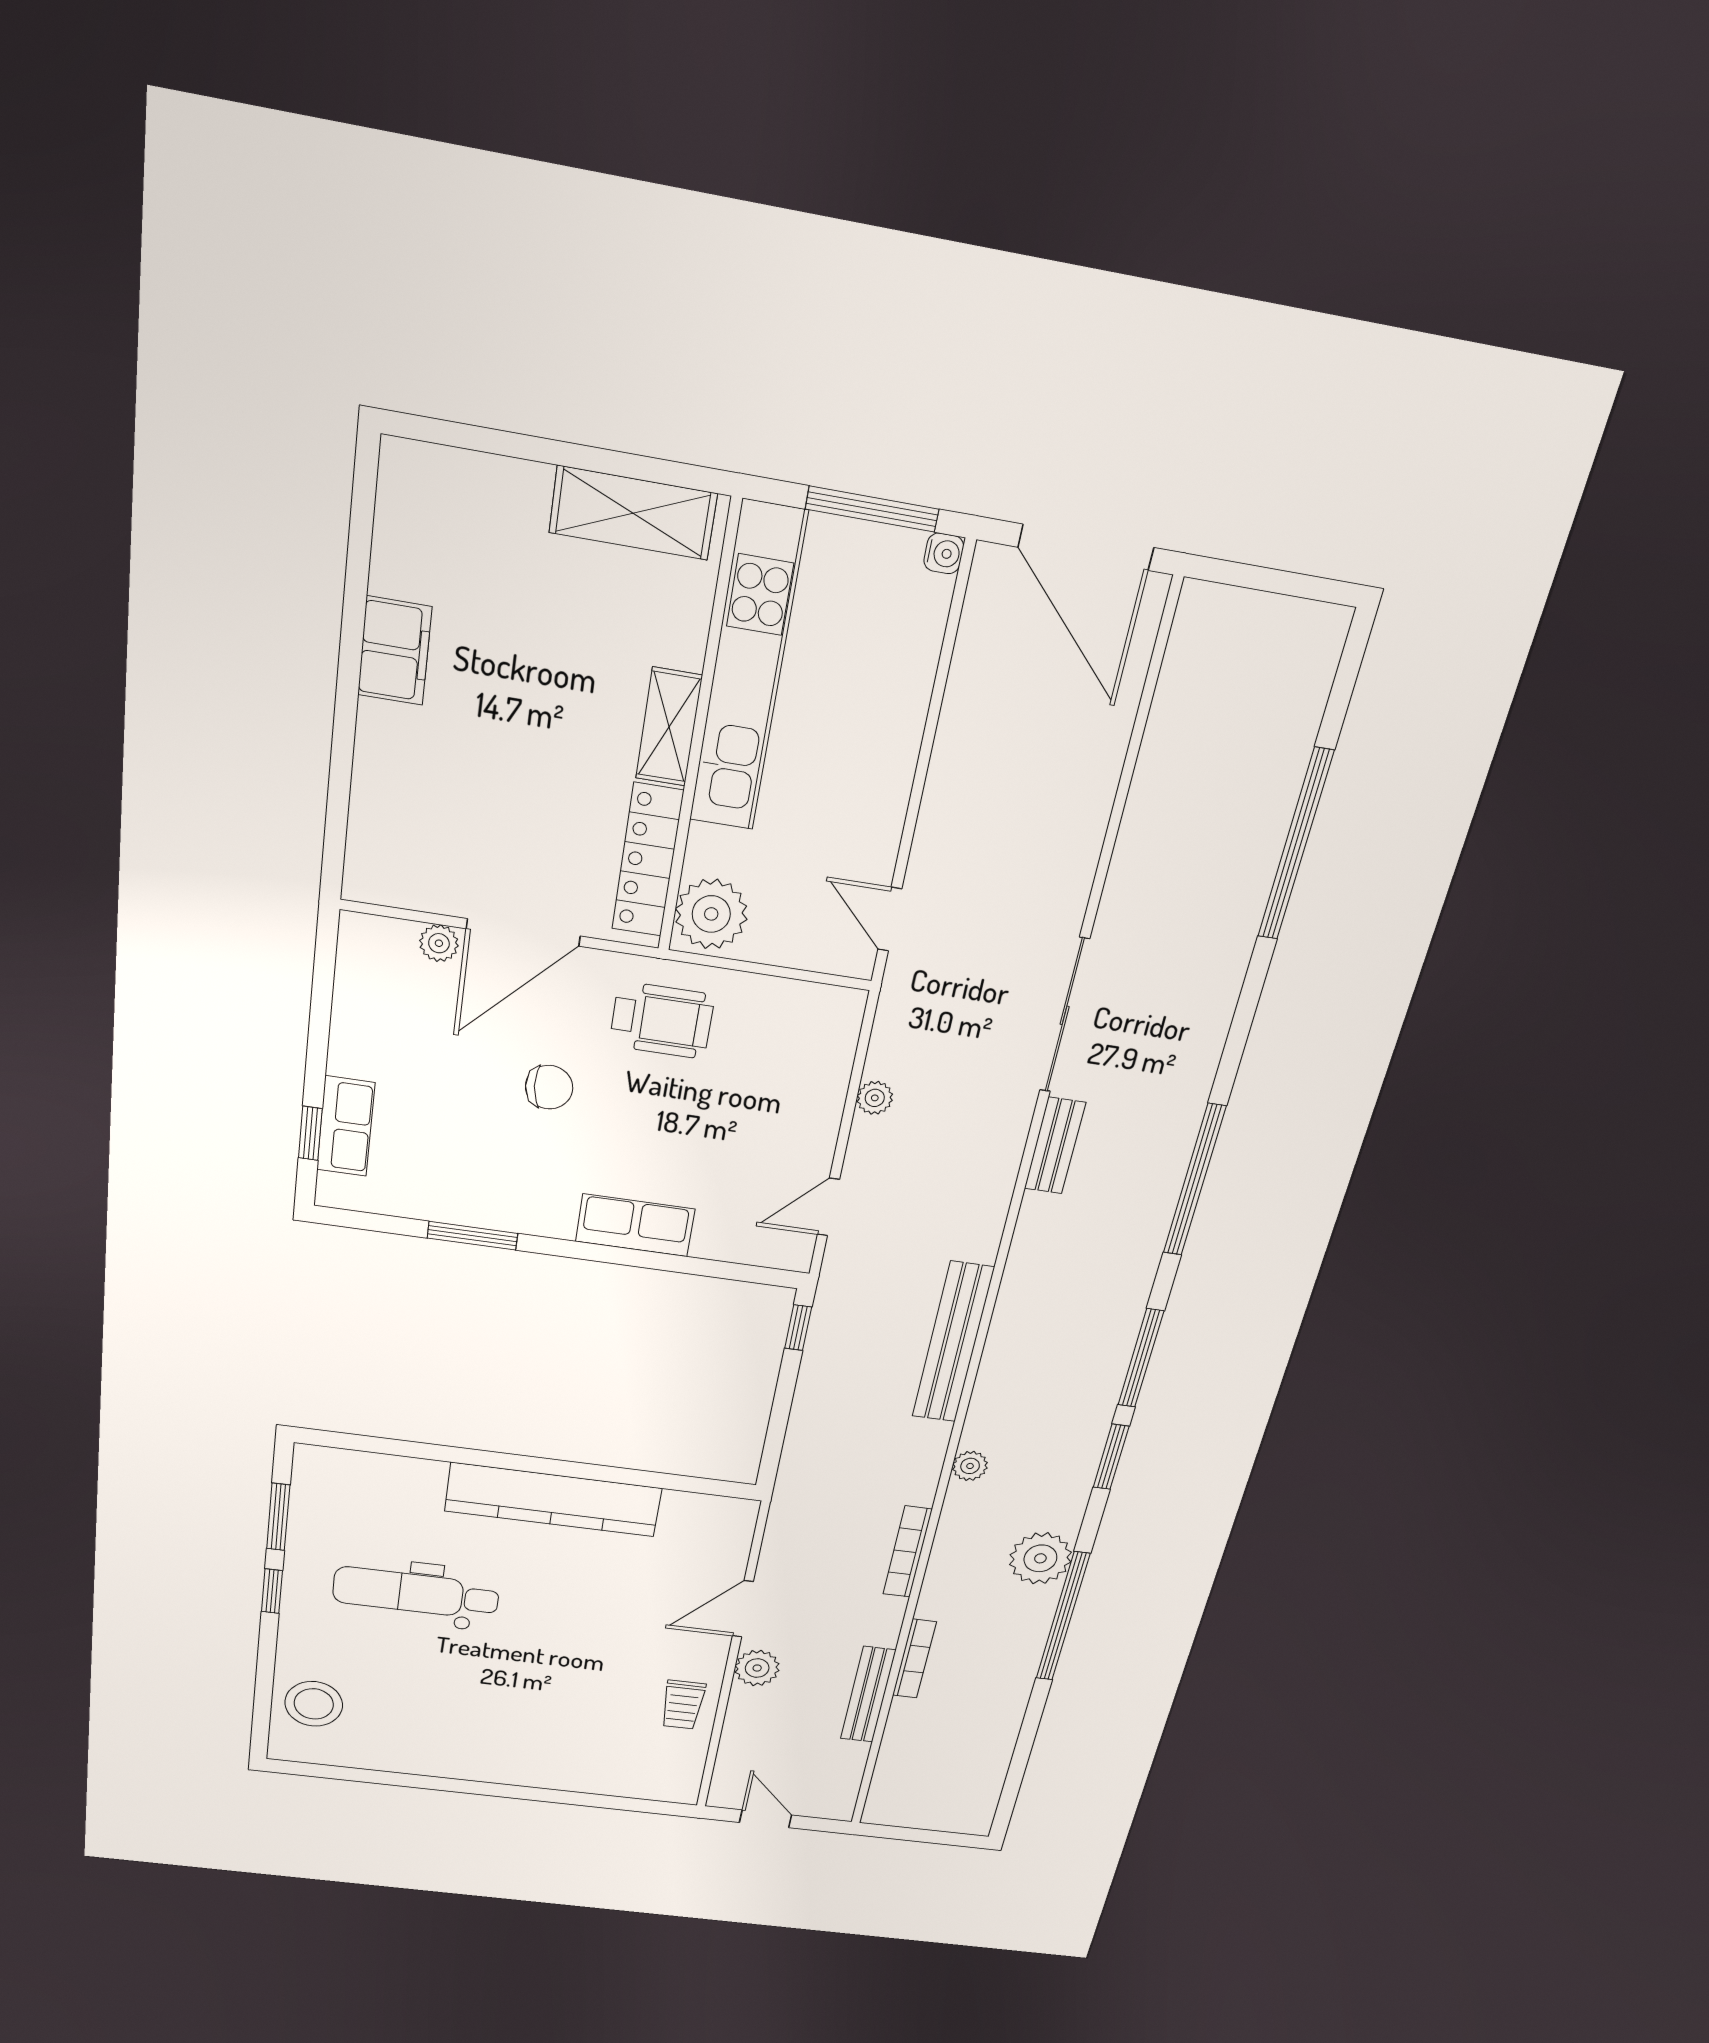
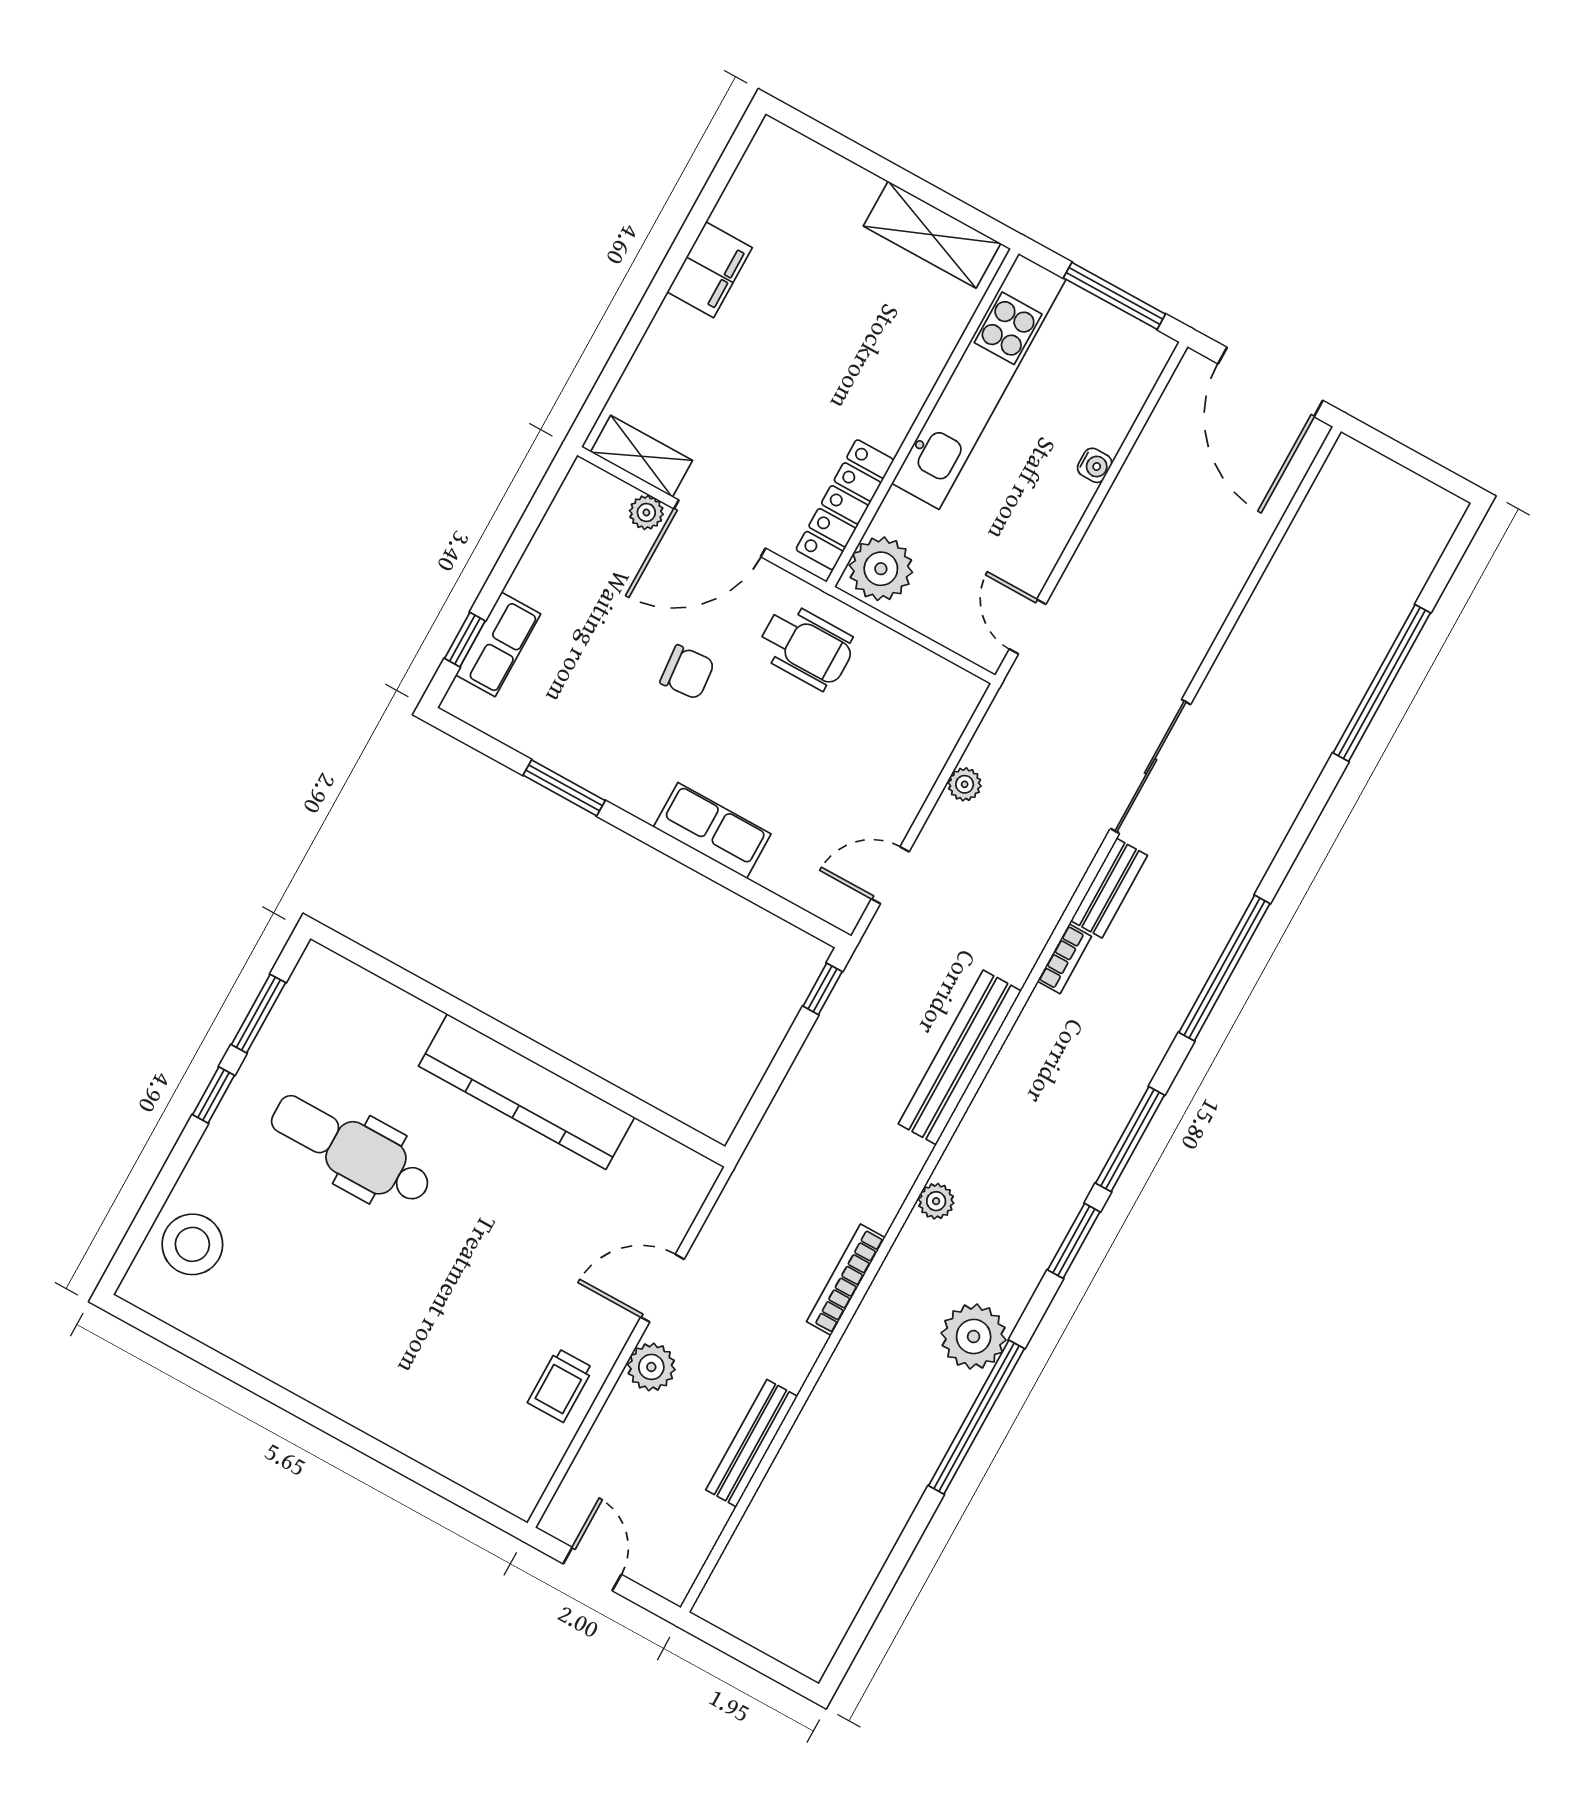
water cooler: (944, 553) -> (1095, 465), moved
shelving: (669, 727) -> (641, 456), moved, turned 90
bookcase: (914, 1659) -> (1064, 959), moved, width x0.64

